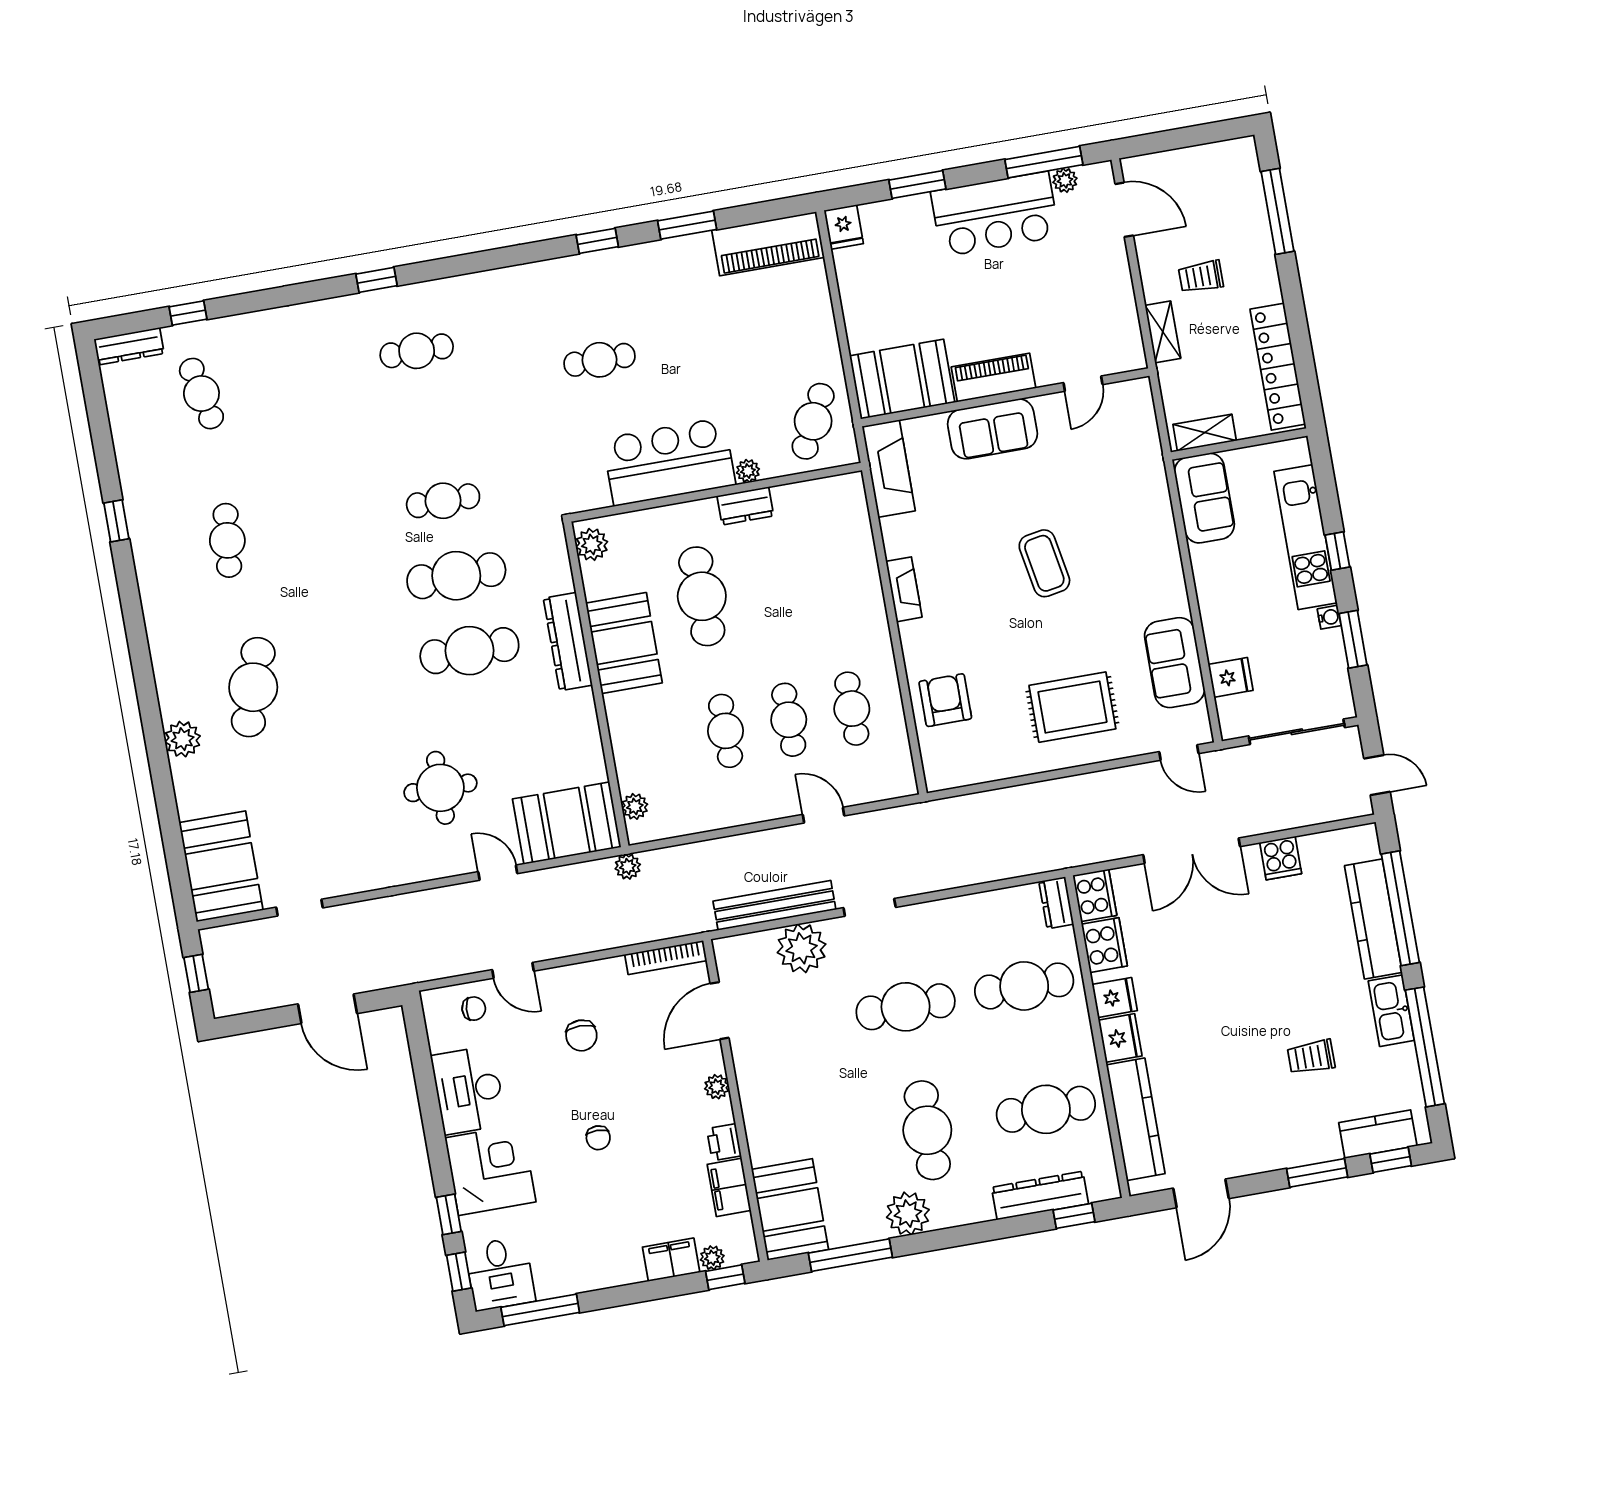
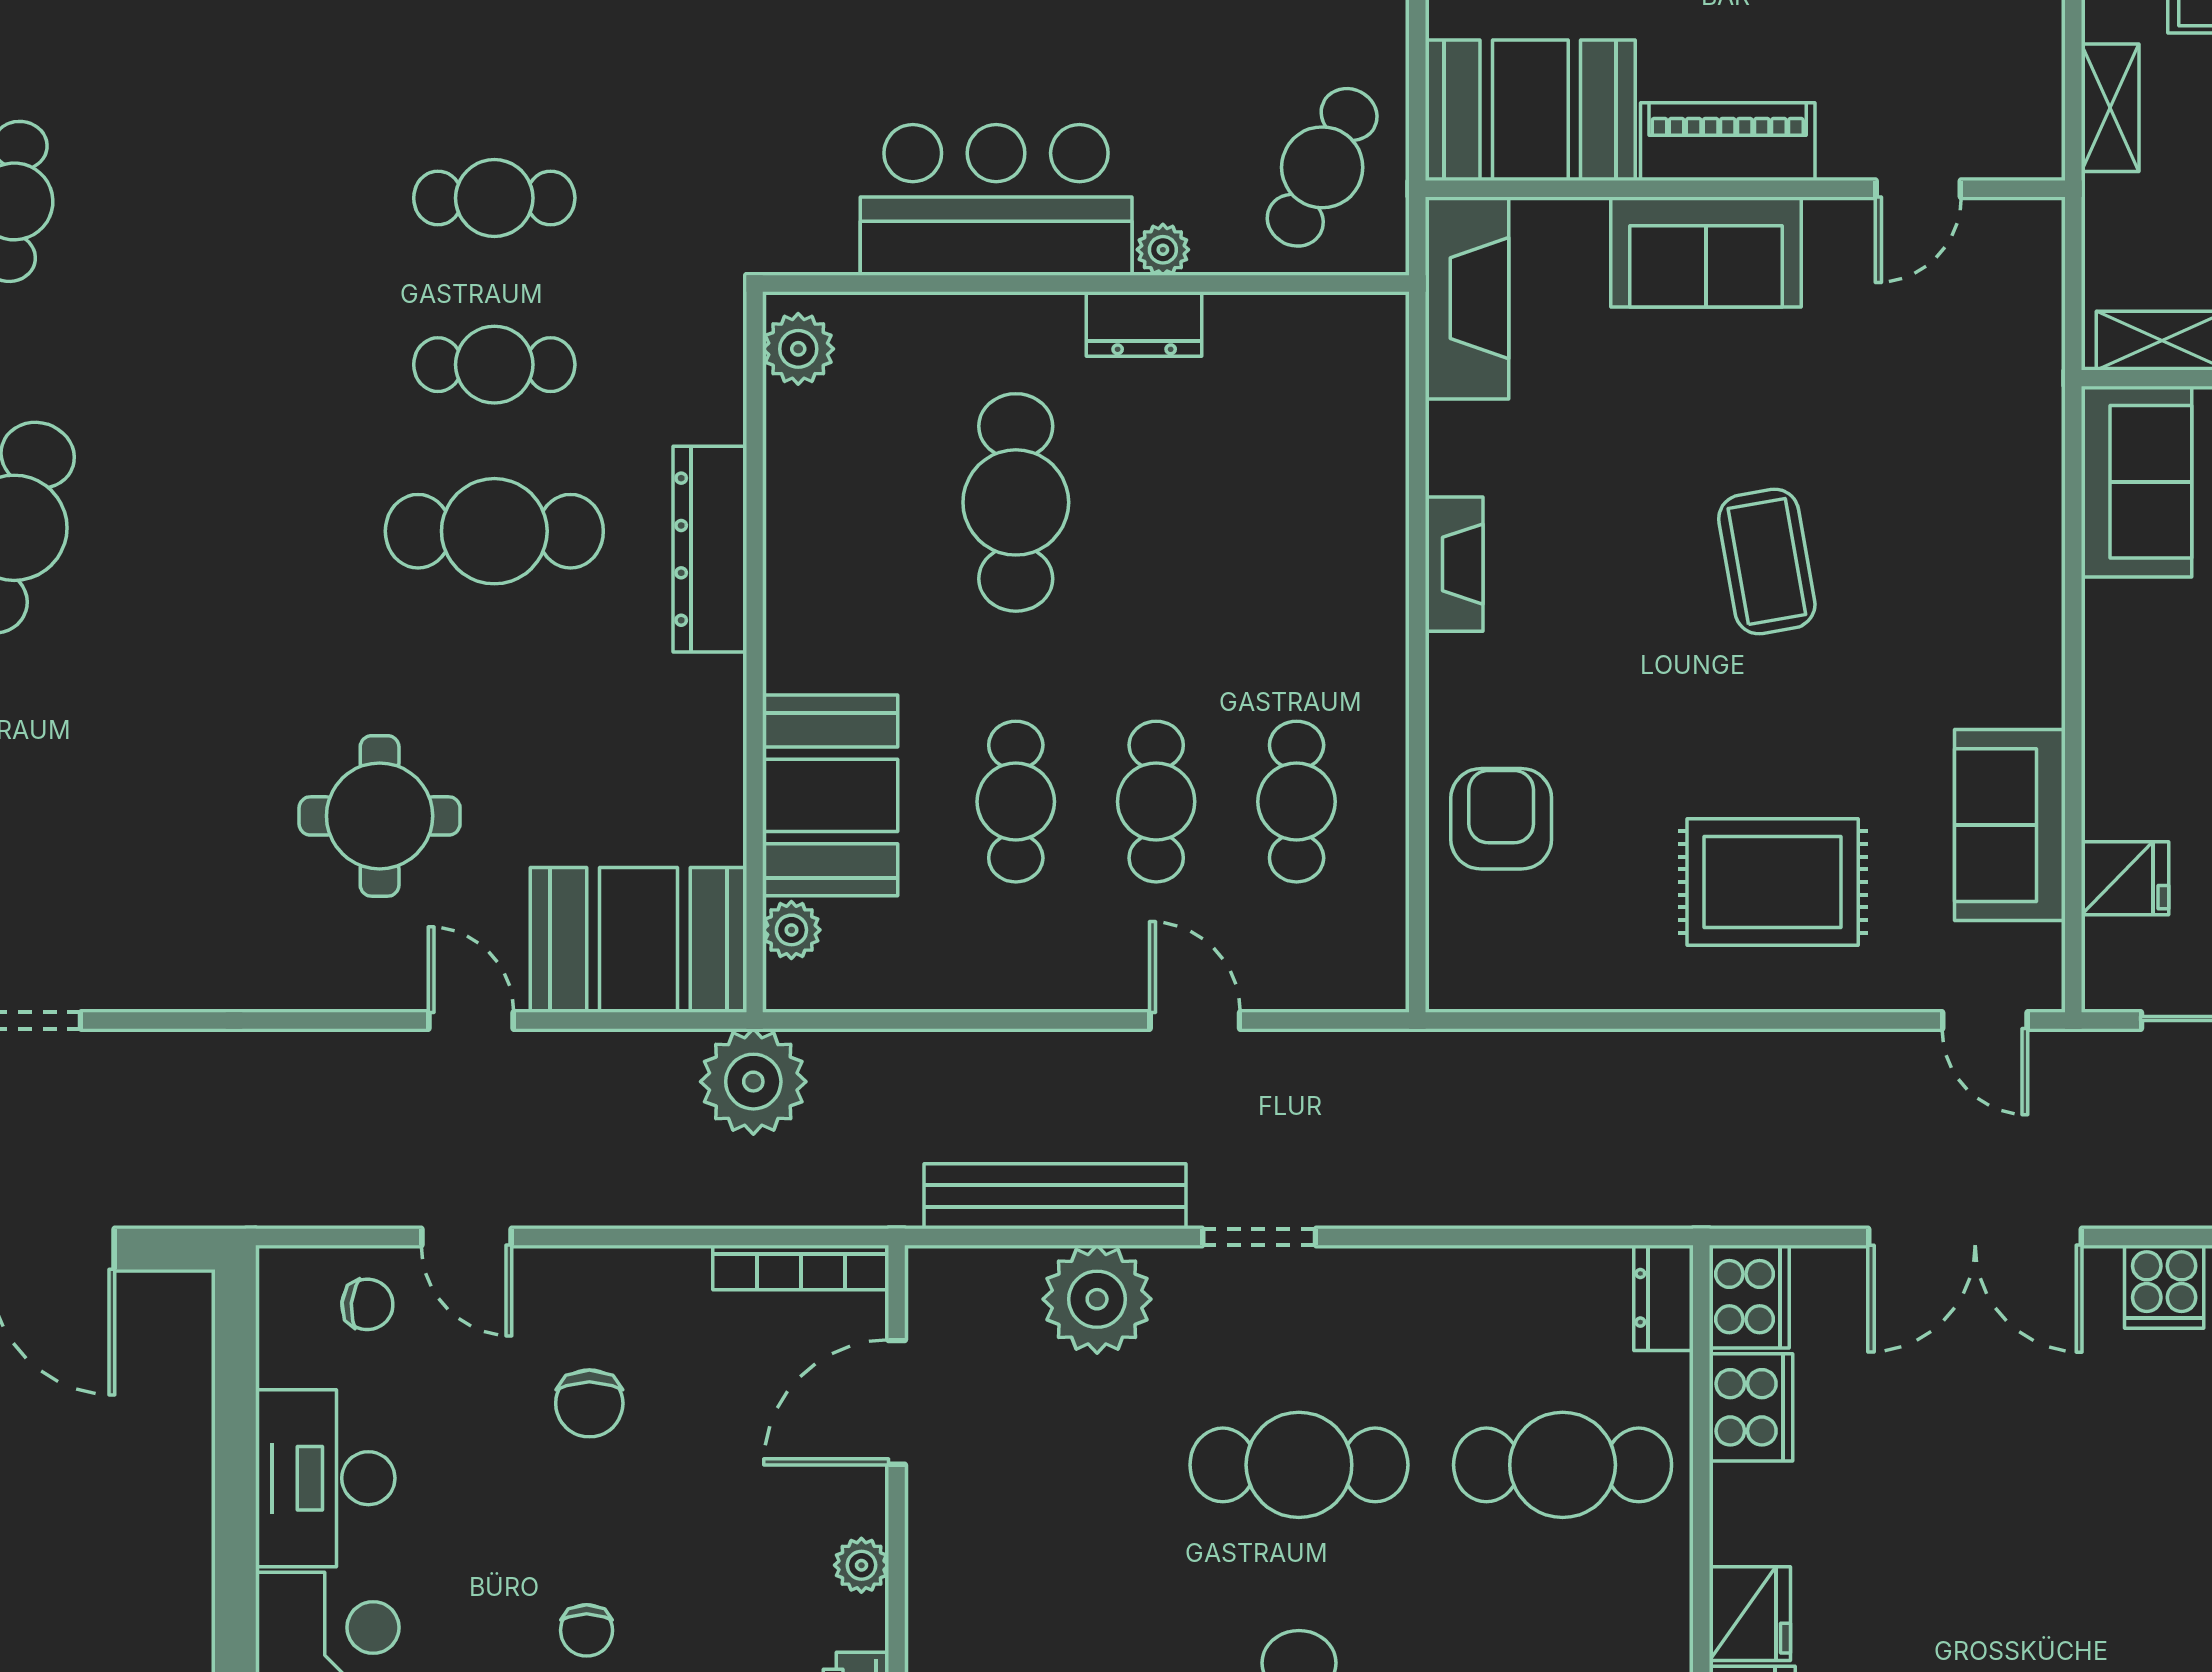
cafe table: (456, 576) -> (494, 365), width x0.73, depth x0.74
booth: (624, 643) -> (830, 795), moved
plant: (628, 867) -> (753, 1082), width x1.88, depth x1.88
fridge: (1115, 998) -> (1753, 1524), removed

